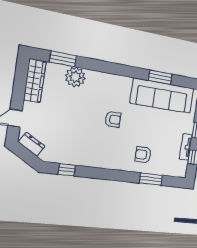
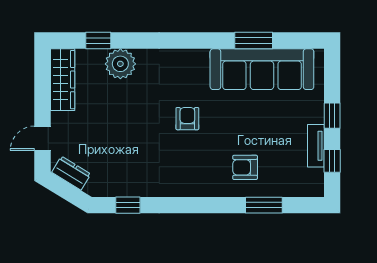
window: (63, 59) -> (98, 41), width x0.67
armchair: (113, 119) -> (187, 119), turned -90

